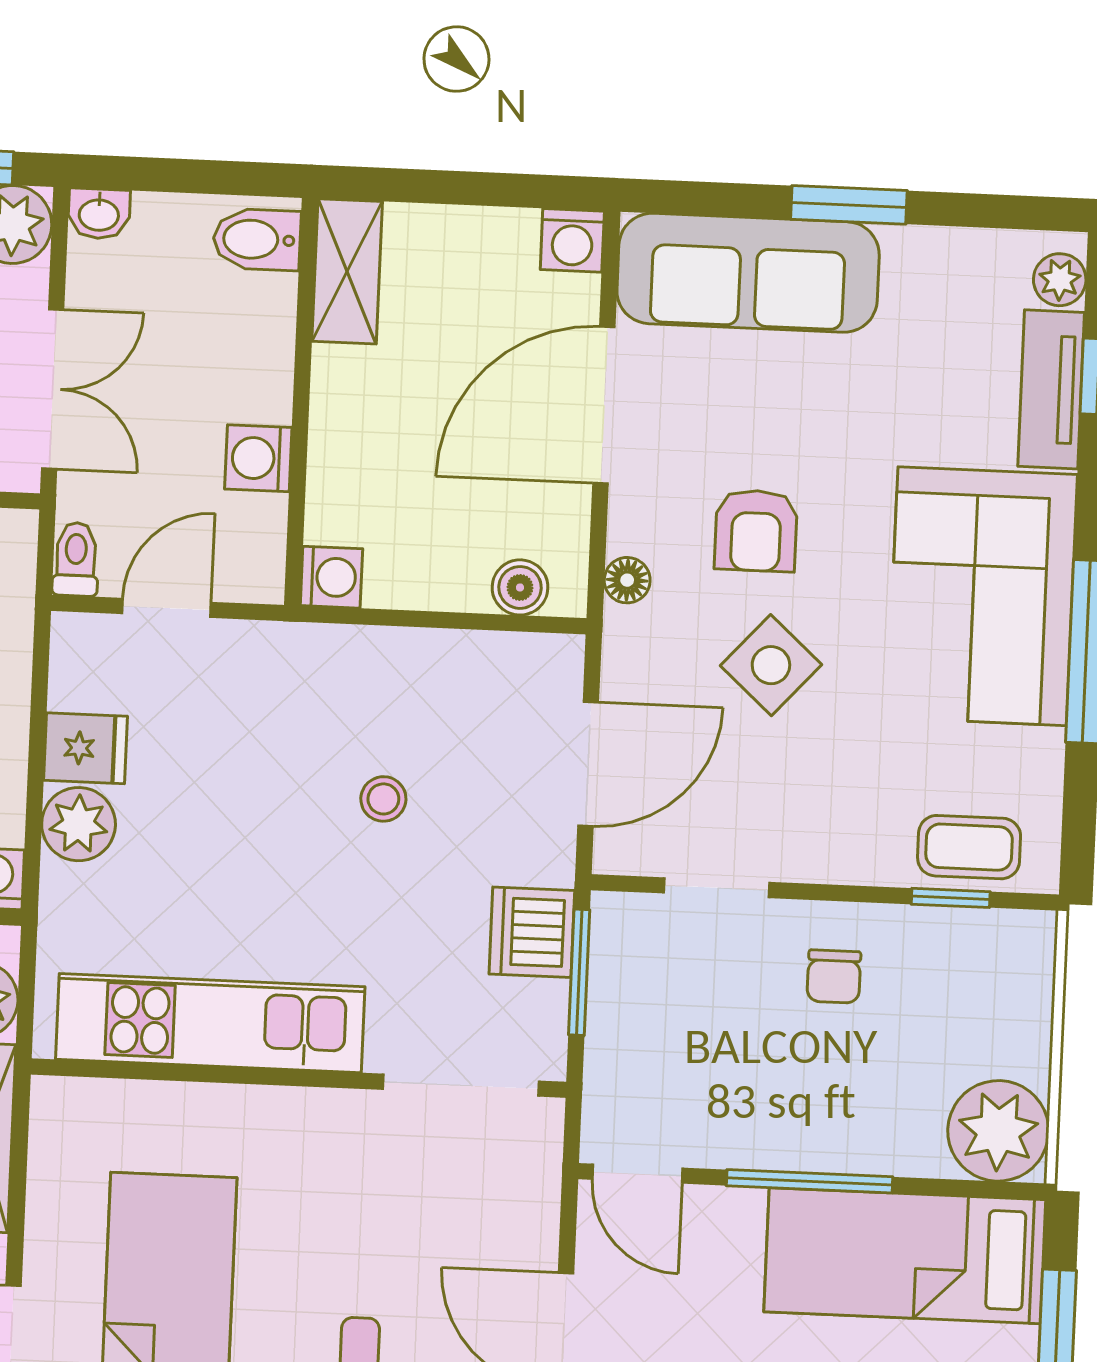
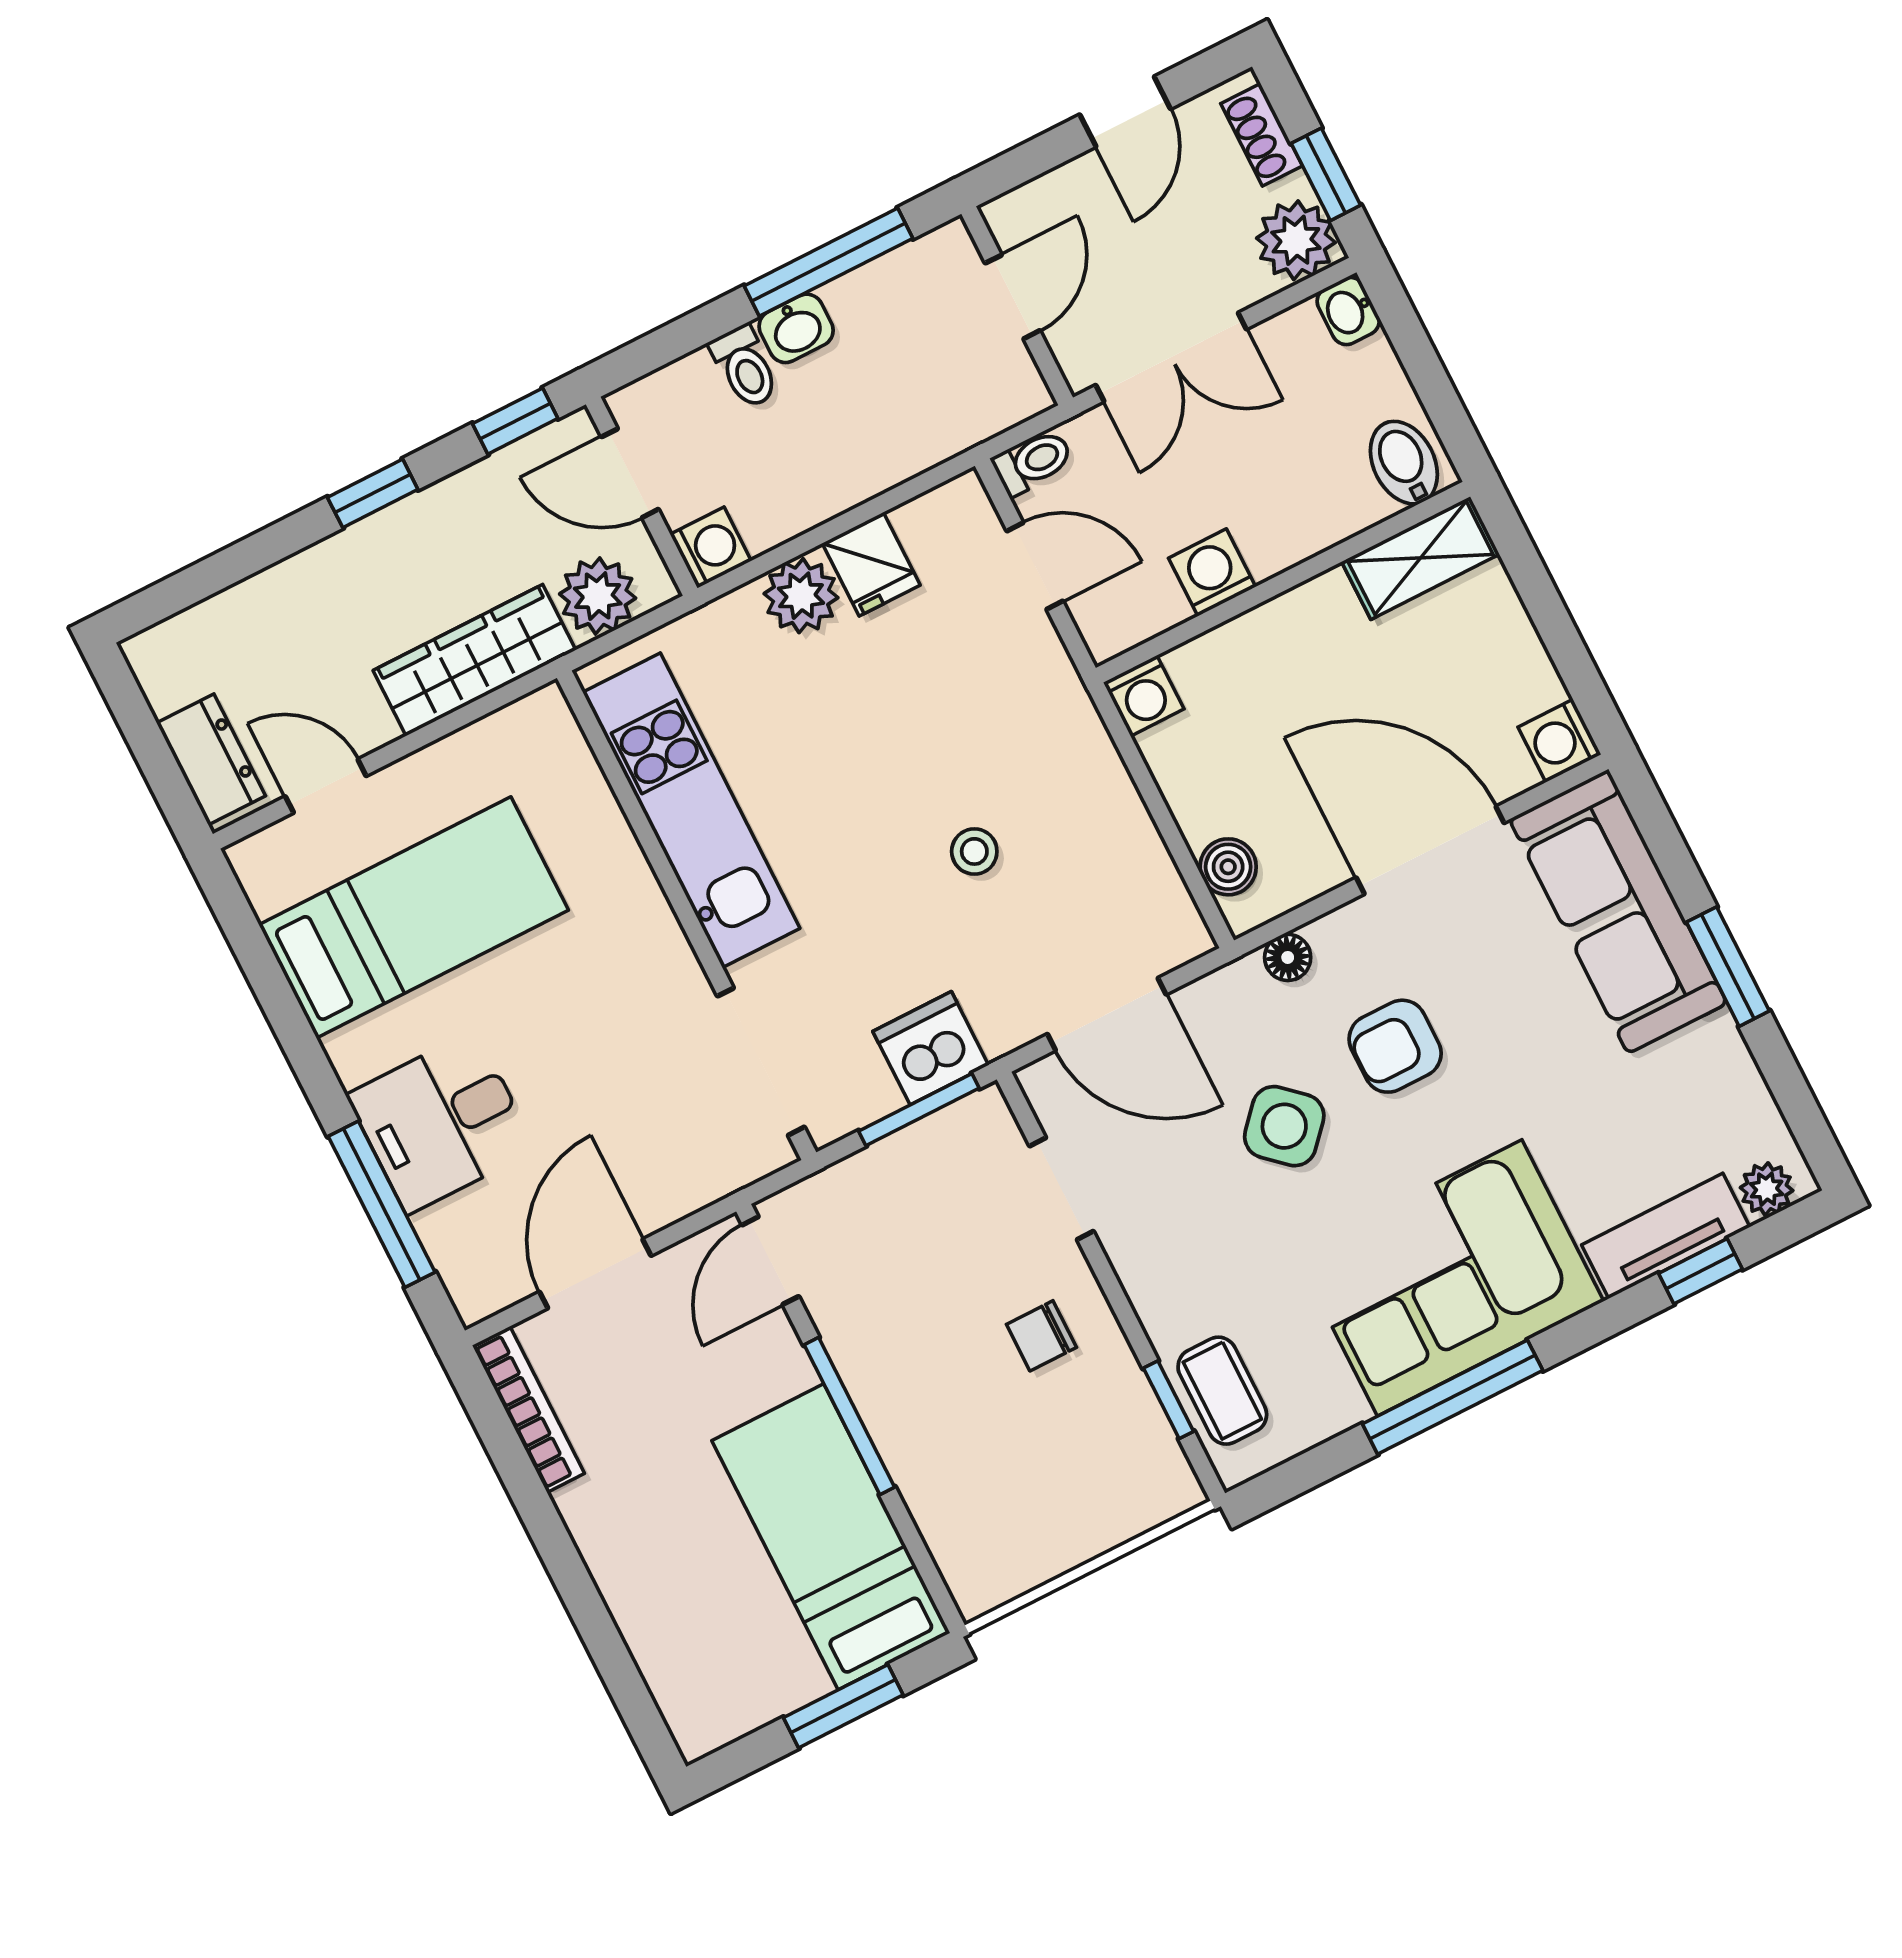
plant: (998, 1131) -> (987, 1557), removed

